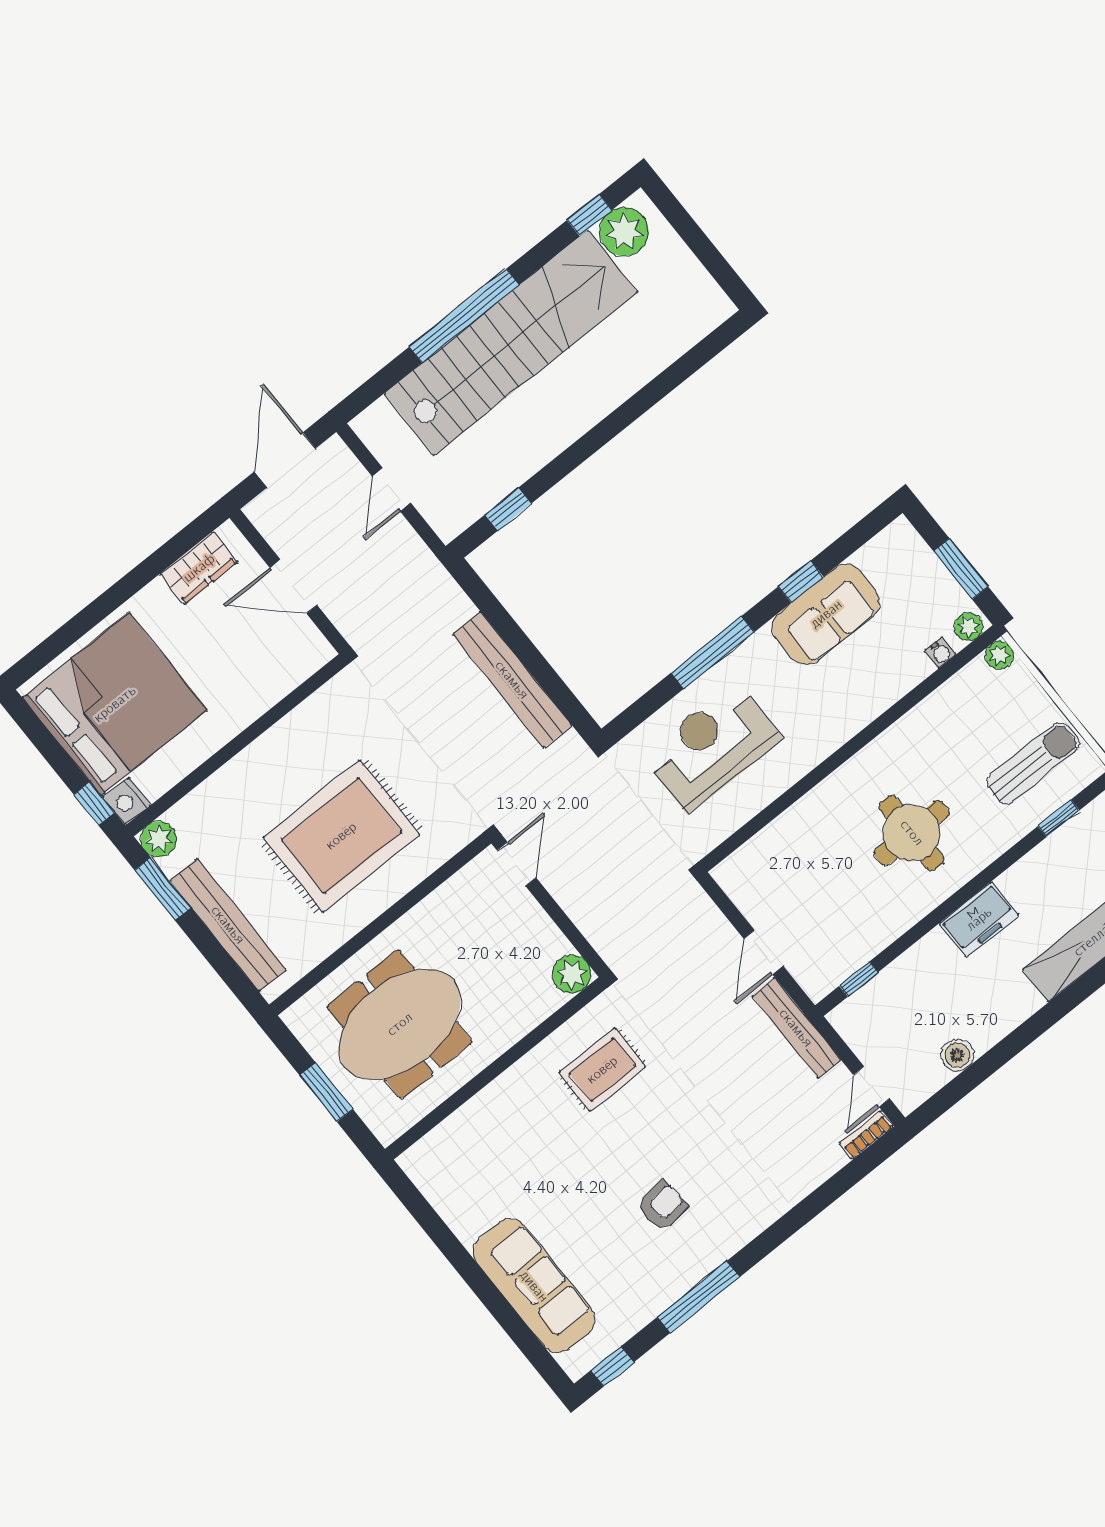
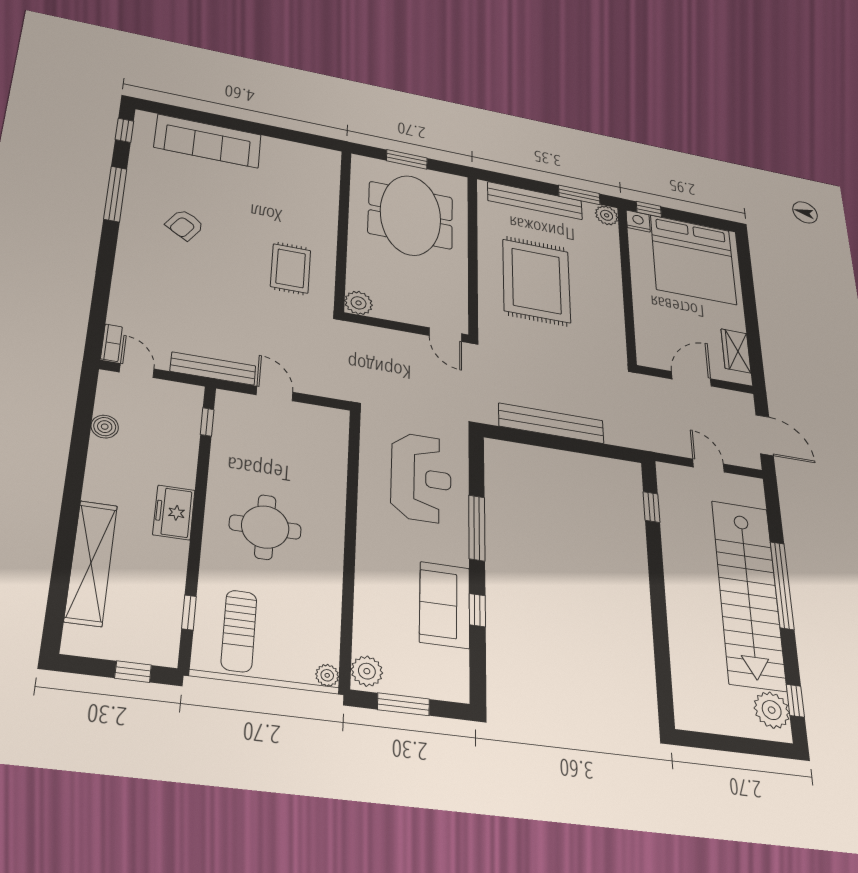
plant: (969, 627) -> (367, 671), width x1.38, depth x1.38
water cooler: (940, 653) -> (361, 644), removed
armchair: (662, 1206) -> (185, 225), turned 39

